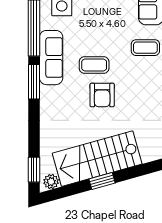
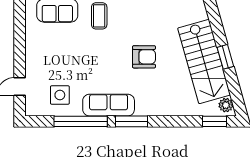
coffee table: (94, 65) -> (116, 64), removed

